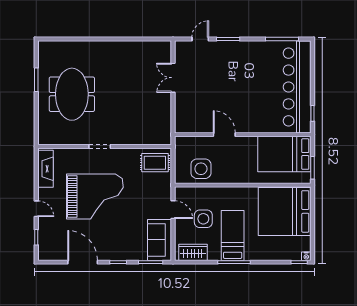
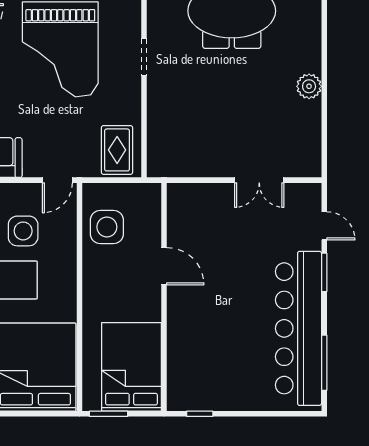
plant: (117, 48) -> (309, 86), added
double door: (173, 78) -> (259, 180), swing flipped
bar counter: (297, 87) -> (298, 328), moved, turned -90
door: (224, 135) -> (164, 266), hinge flipped
door: (173, 210) -> (57, 180), moved

